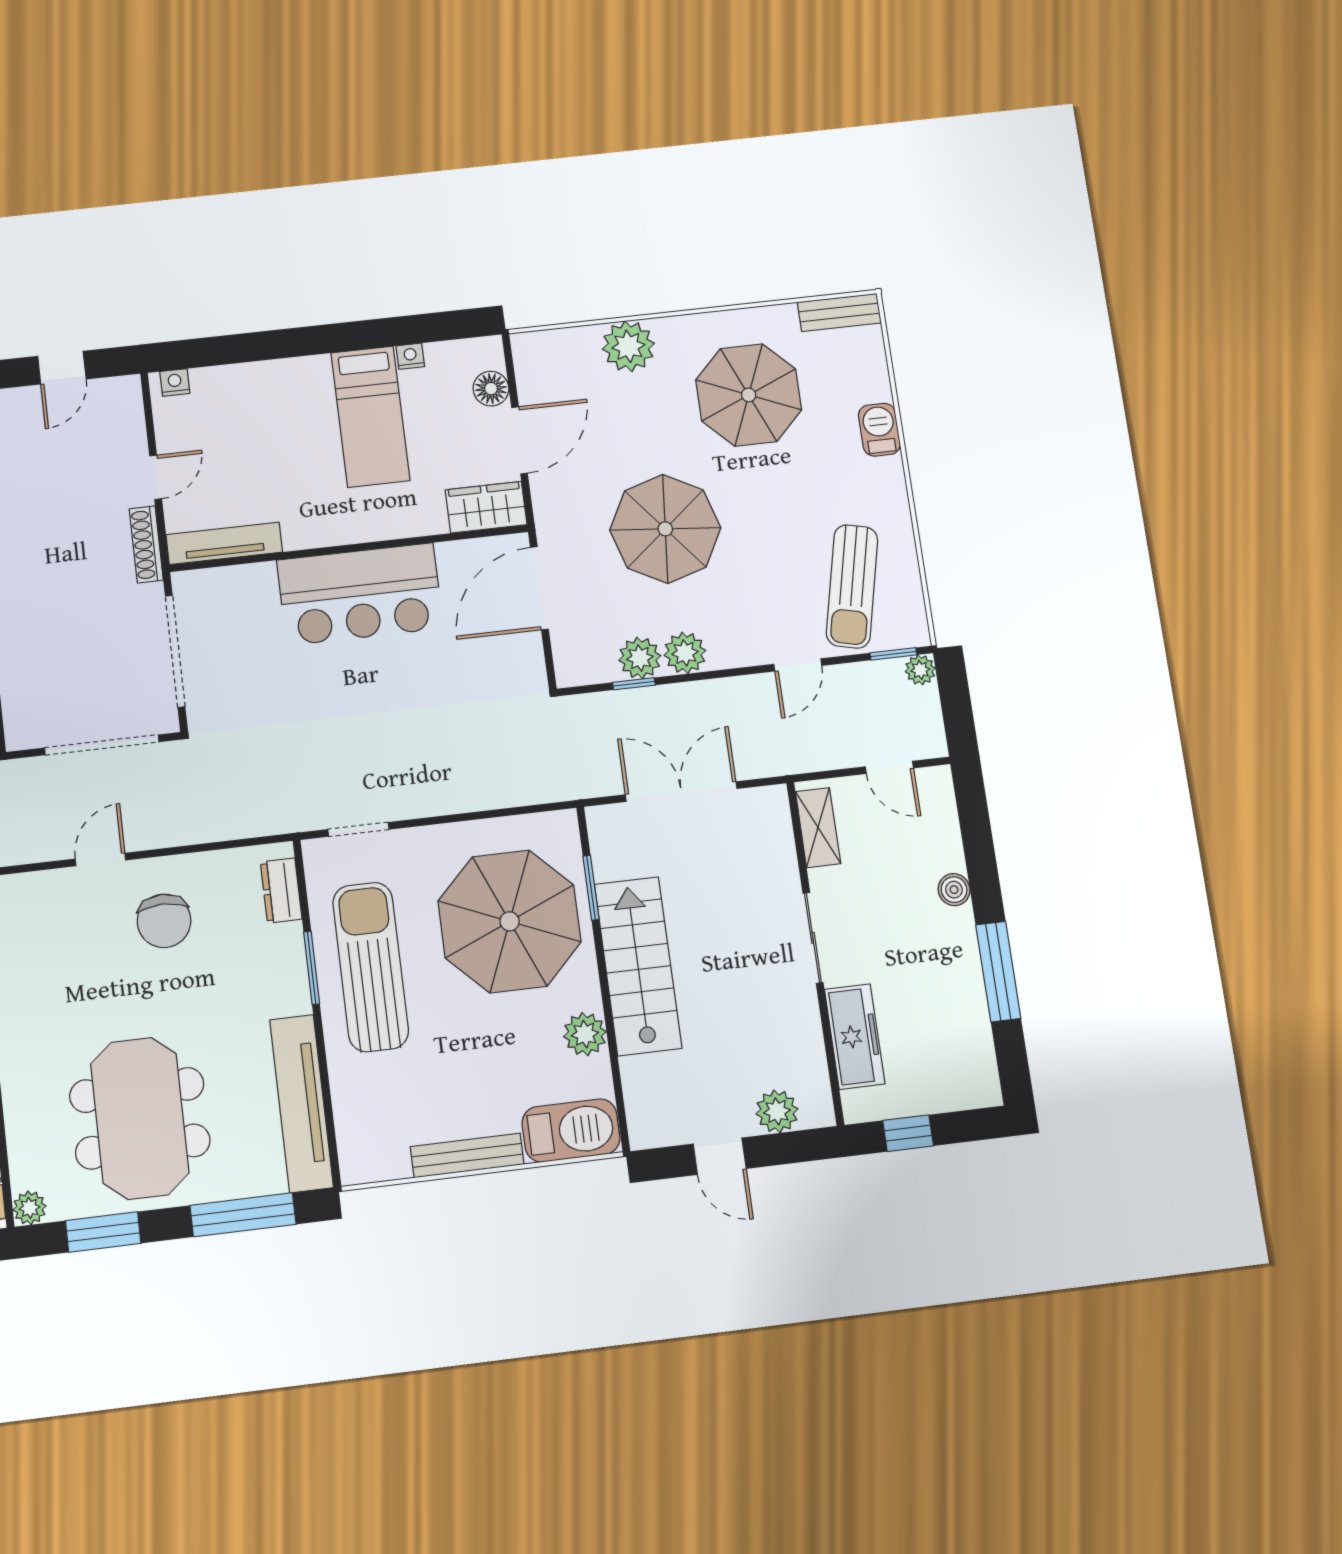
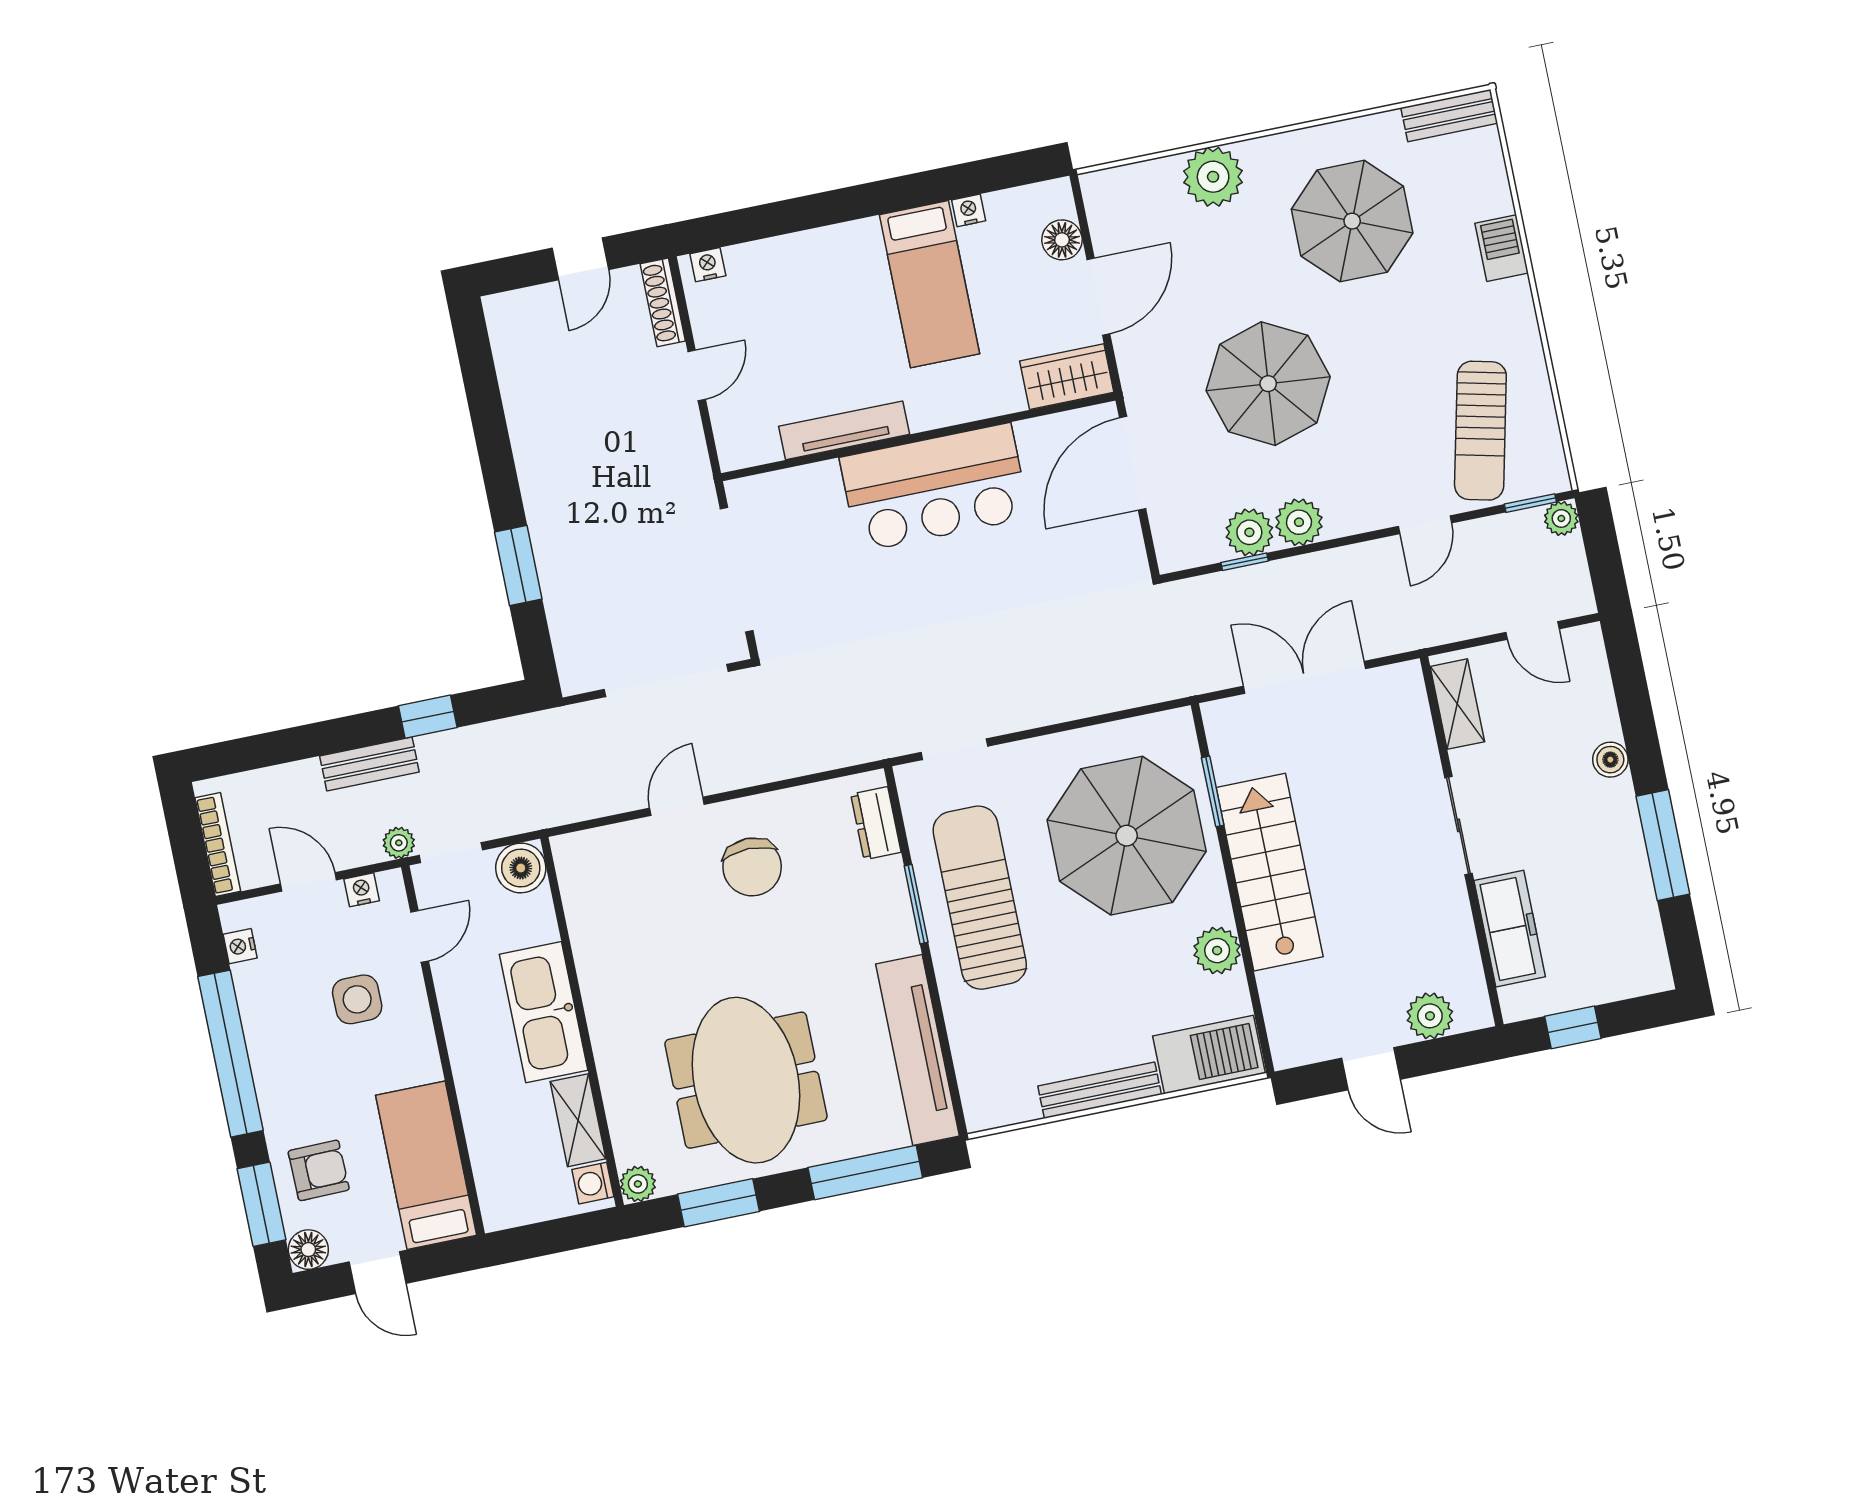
tv unit: (224, 543) -> (844, 430), moved
shoe rack: (146, 544) -> (663, 302), moved

